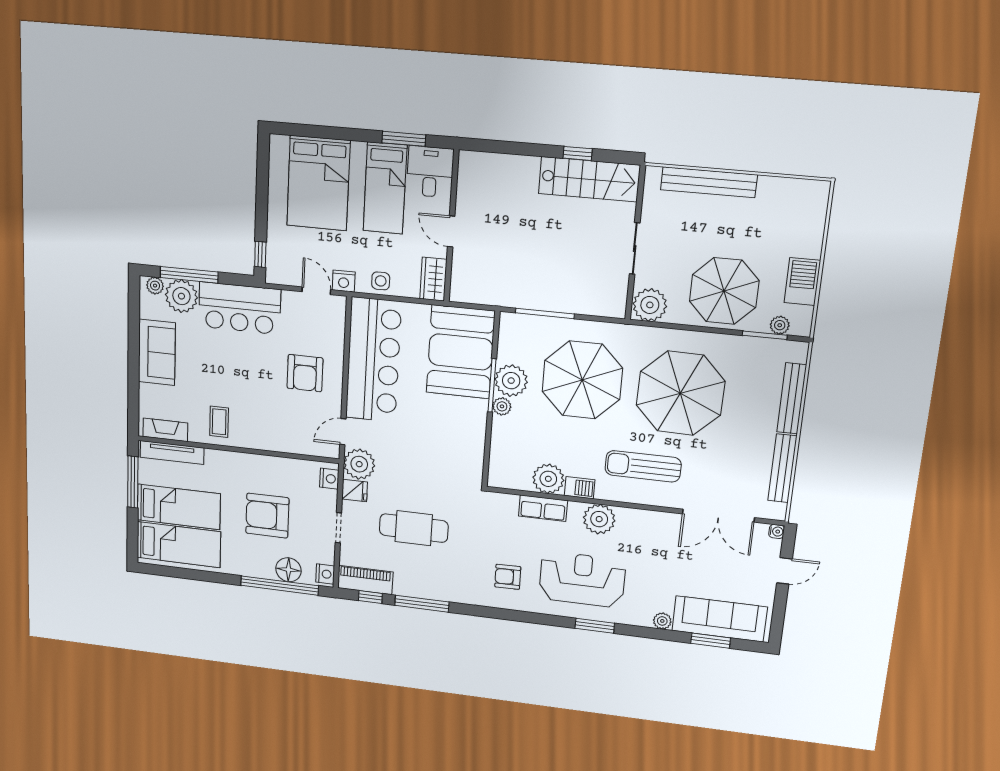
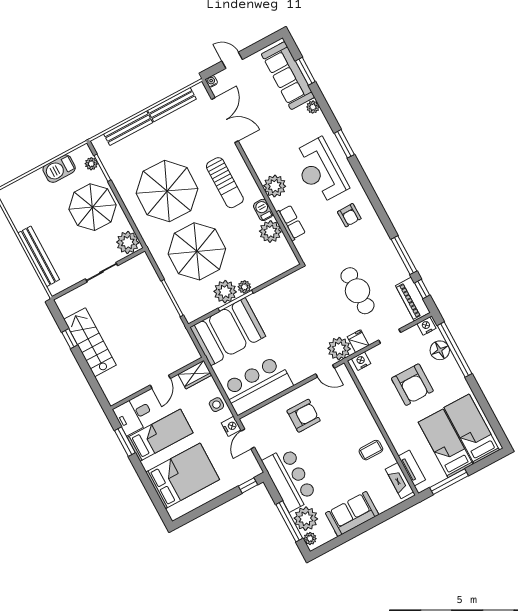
stairs: (589, 179) -> (90, 342), moved
bar counter: (373, 360) -> (257, 385), width x0.73
tv unit: (172, 453) -> (412, 468), width x0.71

